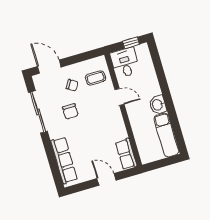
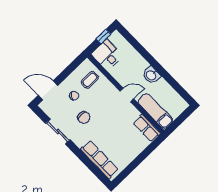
door: (119, 97) -> (127, 95), moved
sliding door: (38, 112) -> (58, 132), width x0.73
exam couch: (166, 135) -> (155, 111), moved, turned 180
door: (106, 179) -> (142, 157), removed

